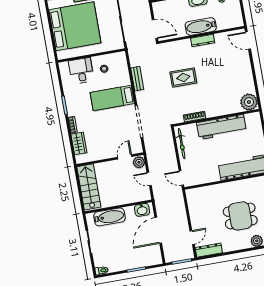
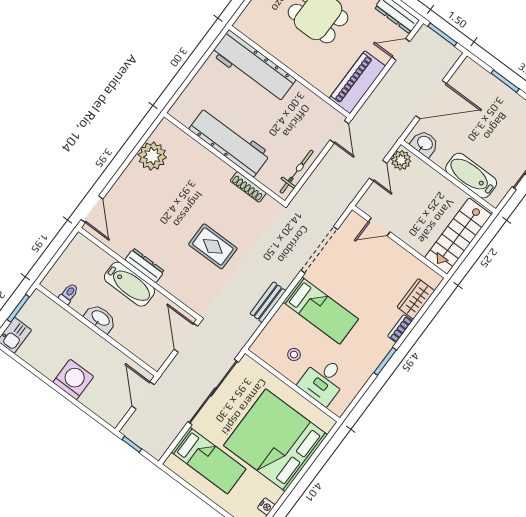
plant: (249, 102) -> (152, 156), moved
plant: (139, 162) -> (401, 160), moved
piano: (195, 206) -> (357, 82), added

